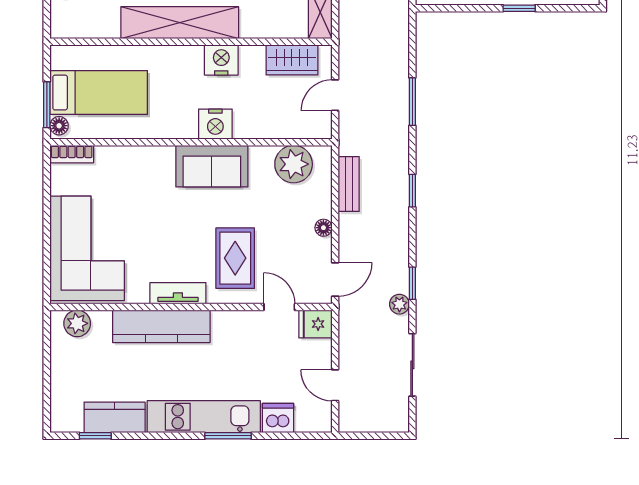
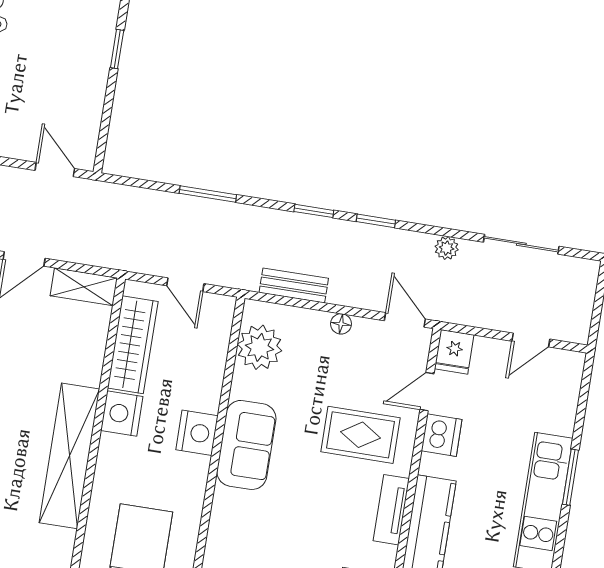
wardrobe: (292, 60) -> (133, 345), width x1.50
window: (412, 283) -> (376, 221), moved
dishwasher: (278, 418) -> (442, 435), moved, turned 180

